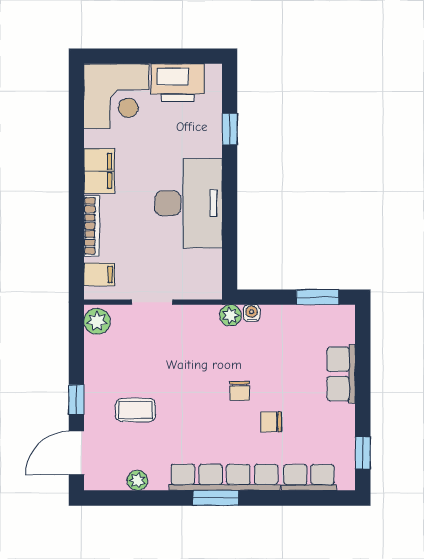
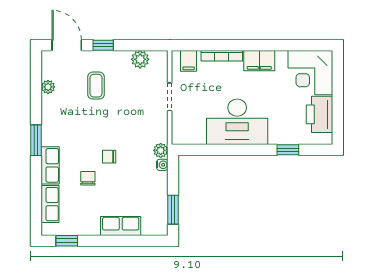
plant: (97, 321) -> (140, 59), moved
row of seats: (224, 477) -> (50, 165), width x0.50

